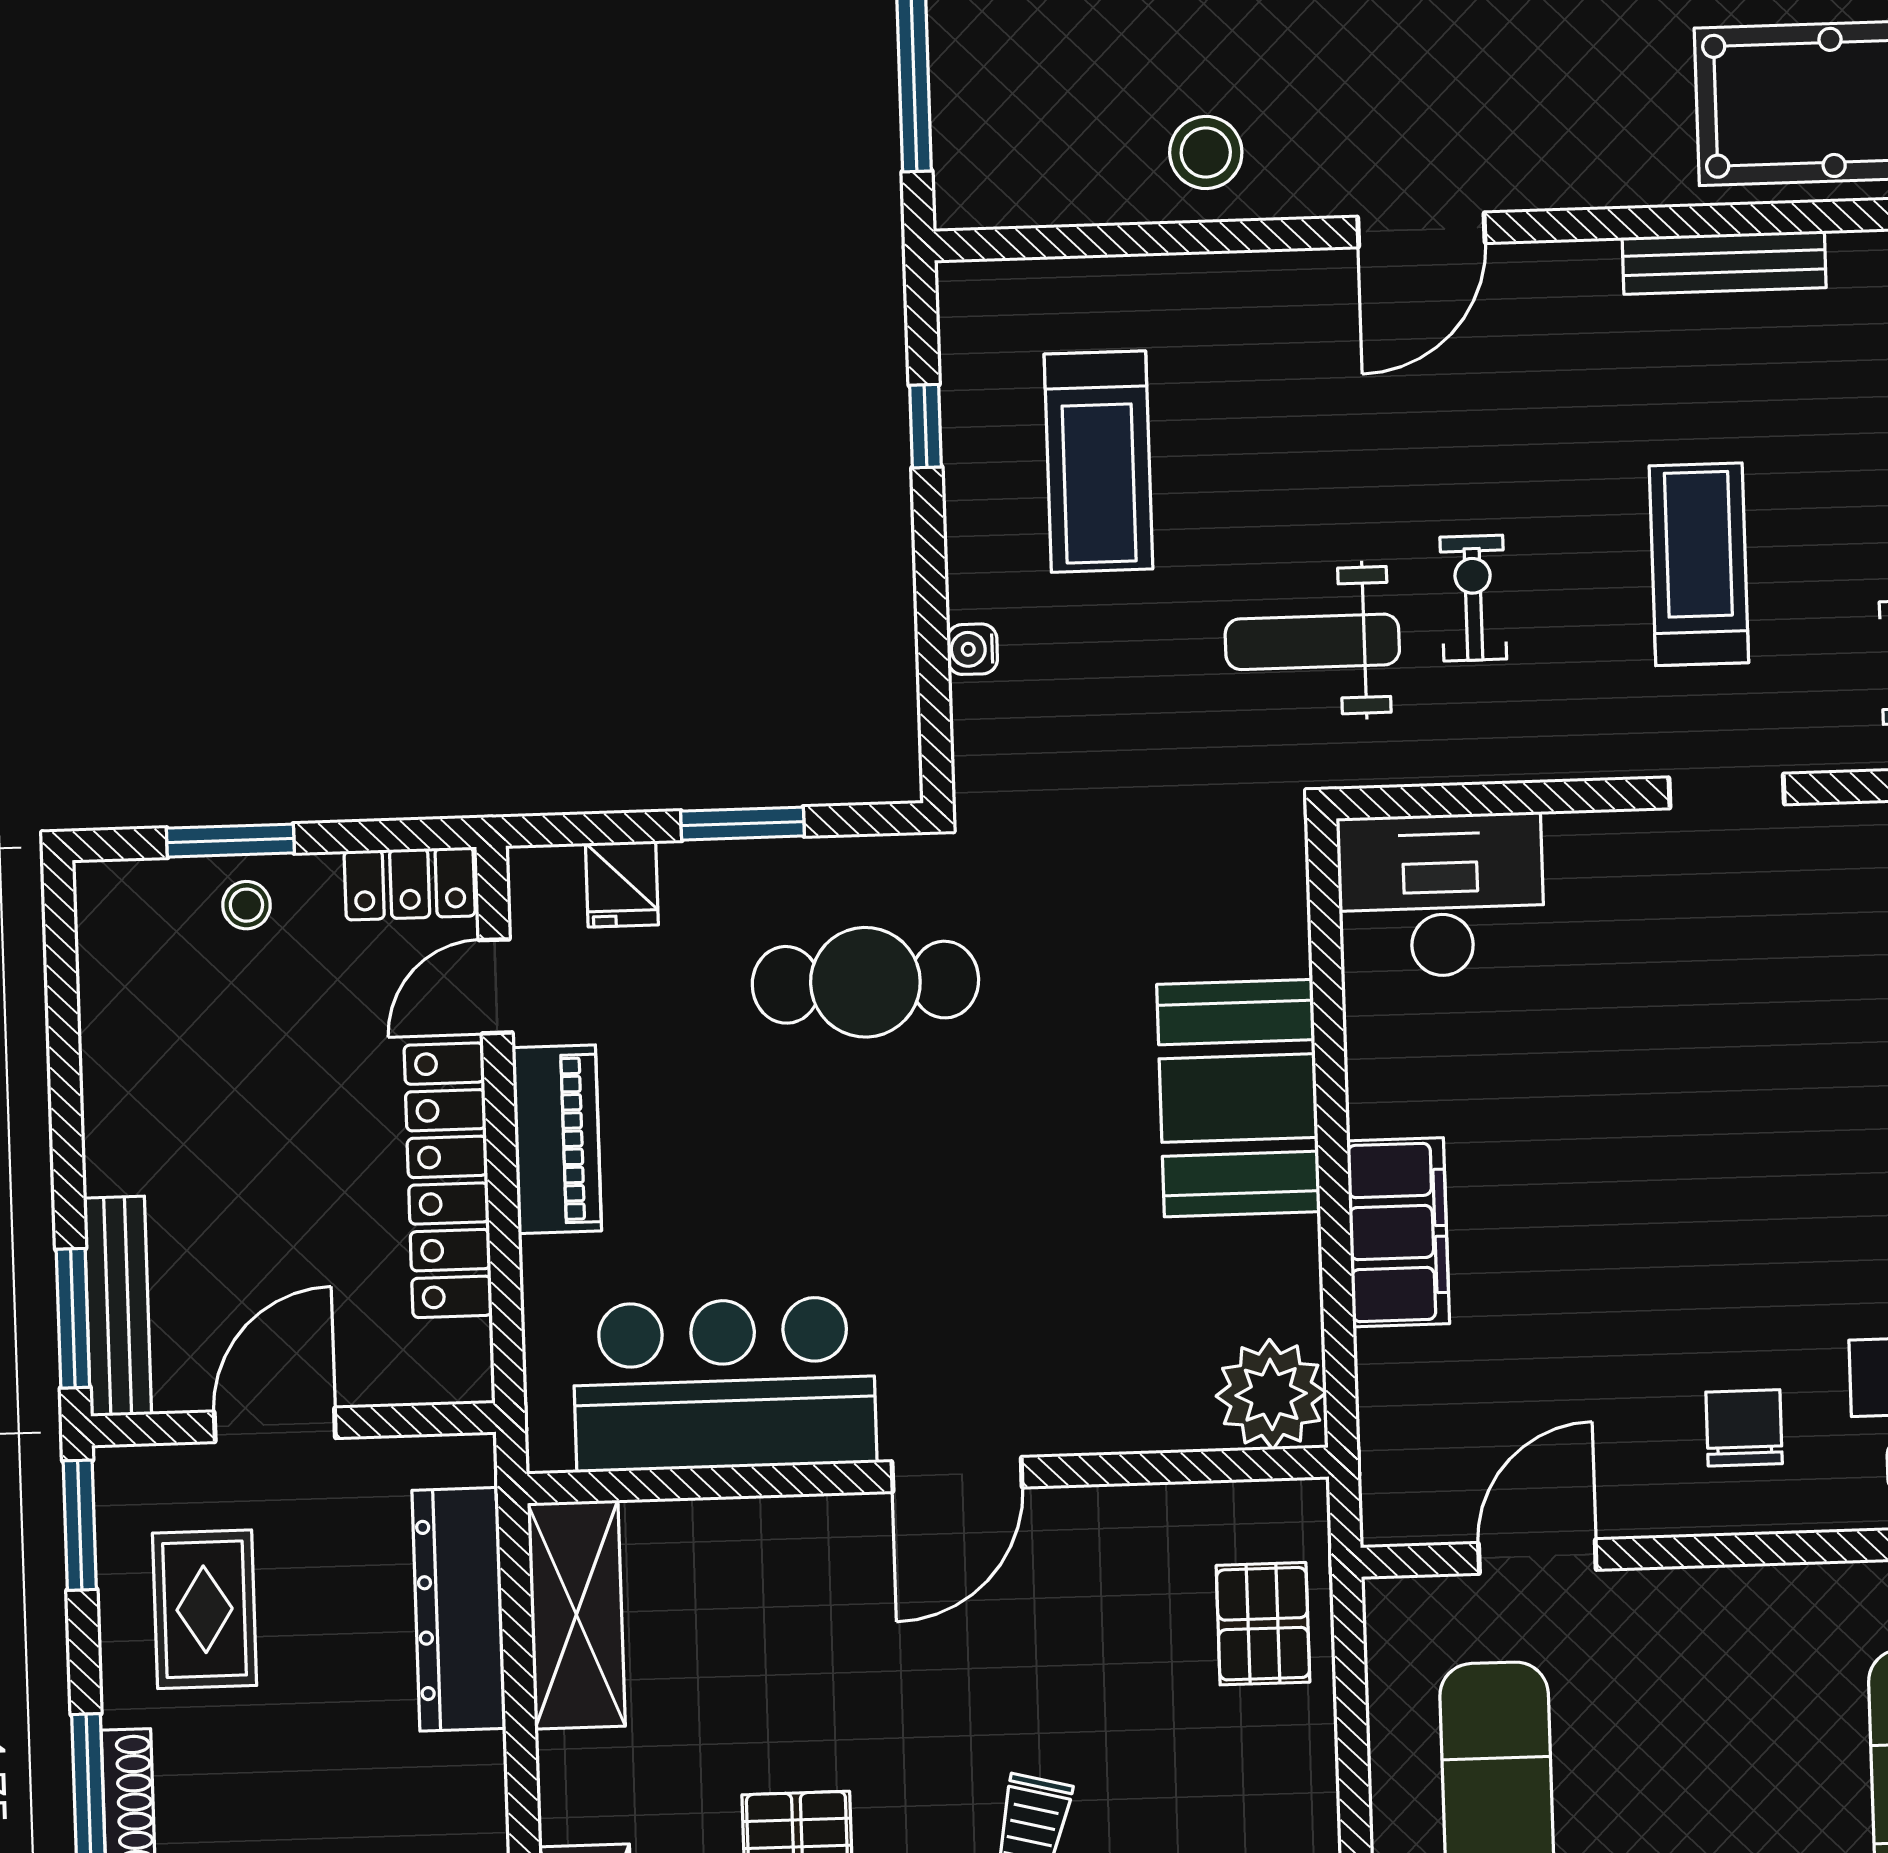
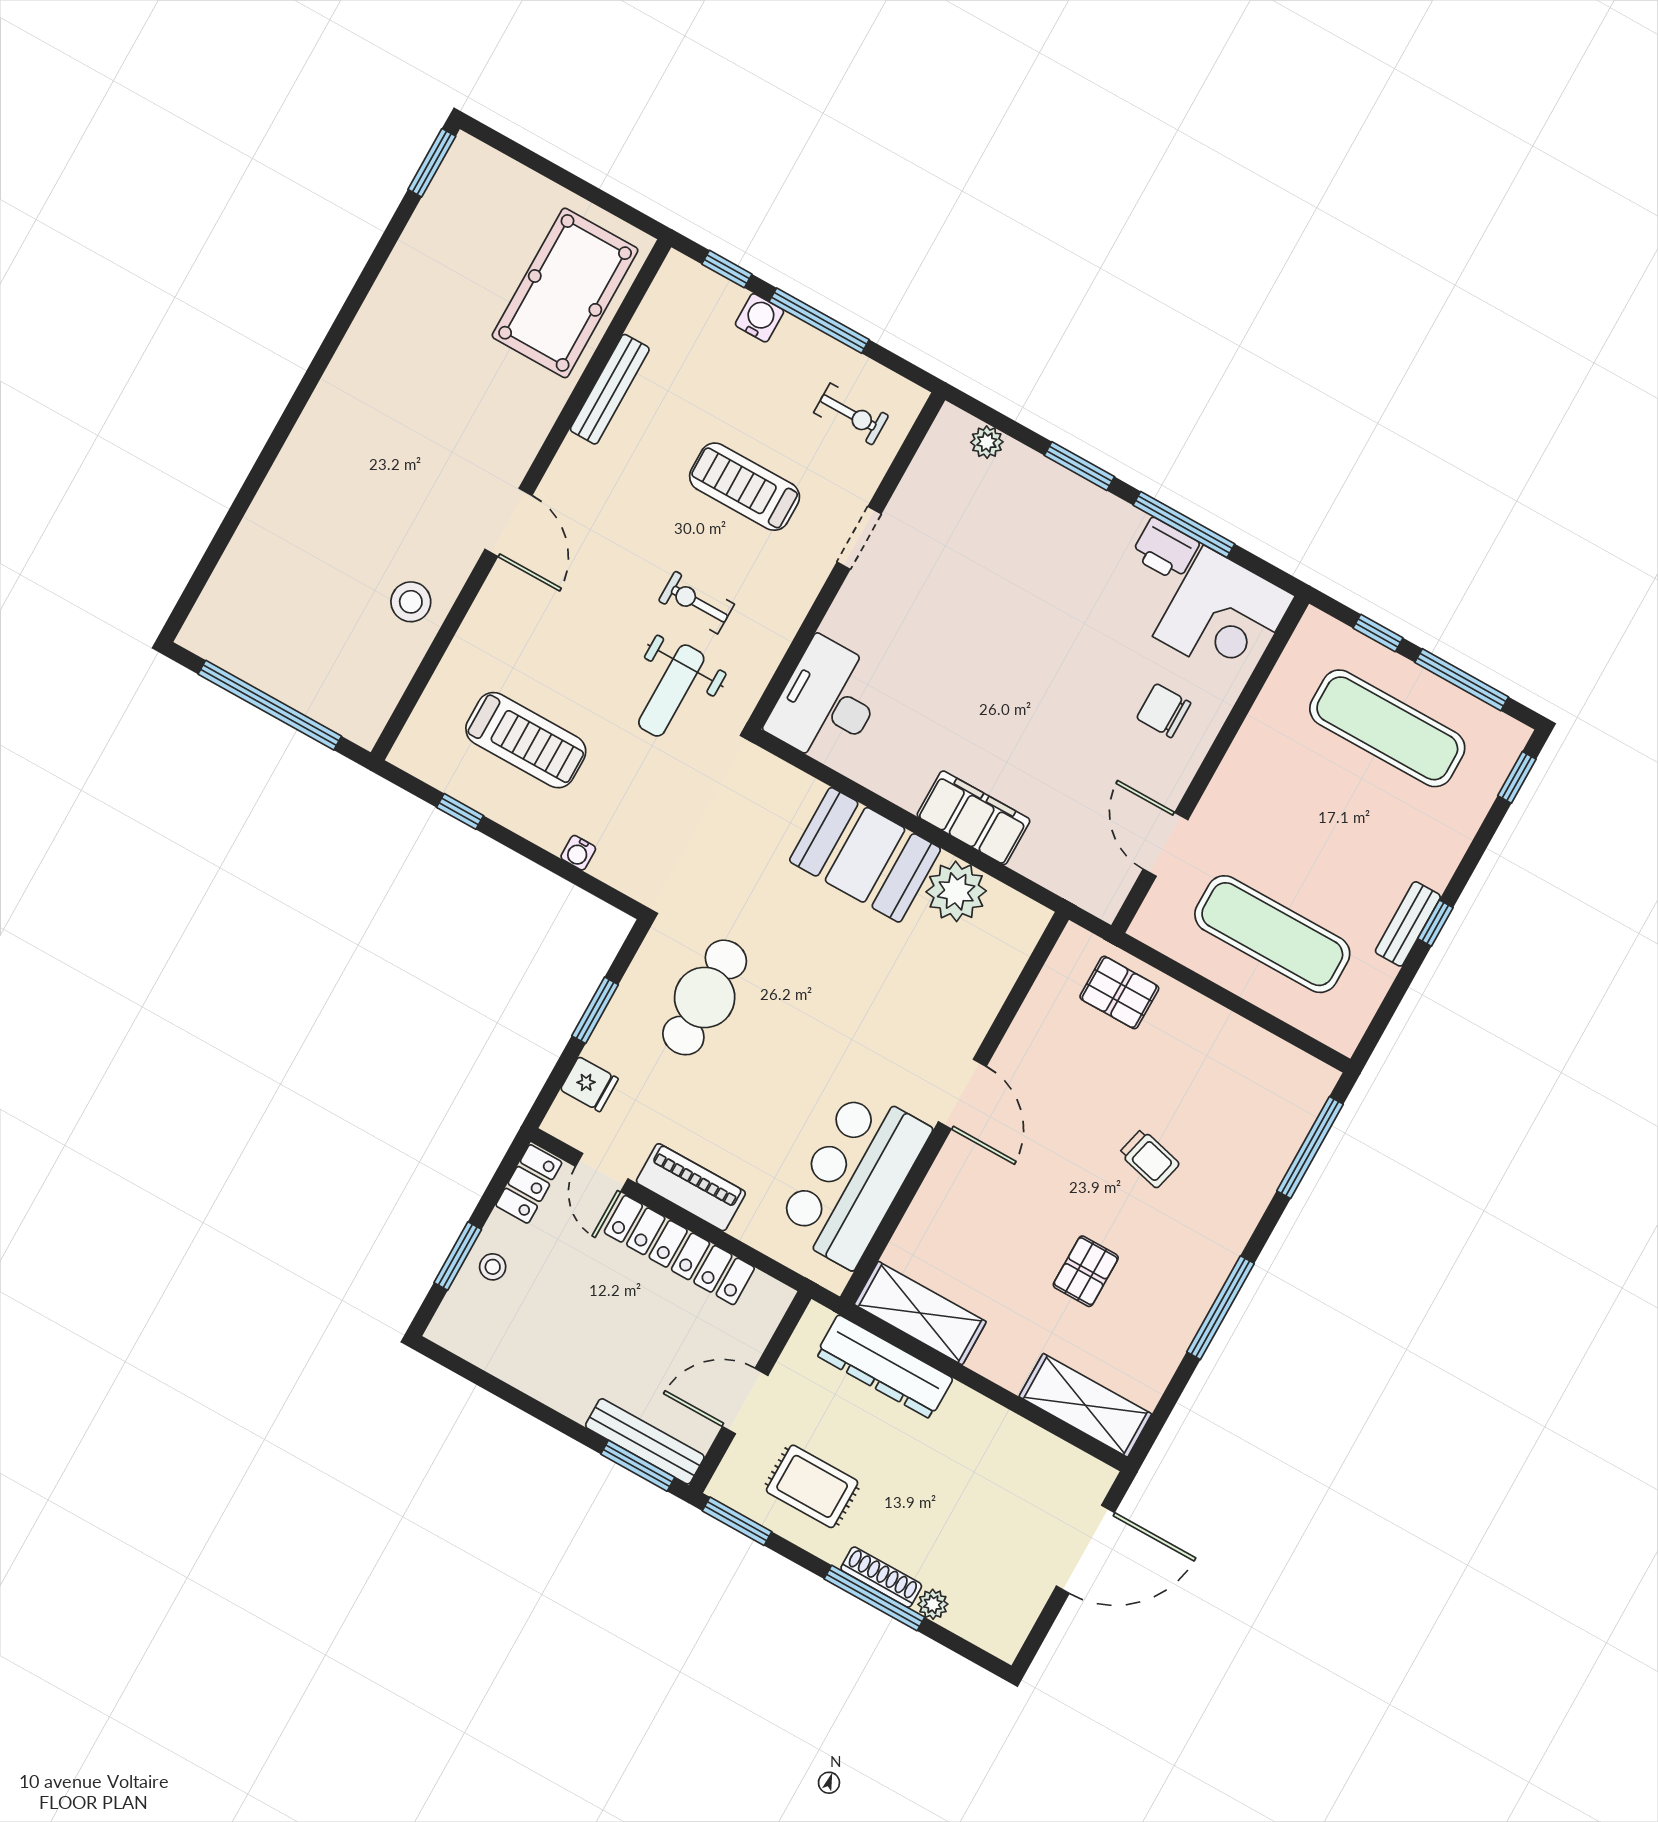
plant: (1271, 1394) -> (956, 891), moved
door: (275, 1425) -> (745, 1401), hinge flipped

